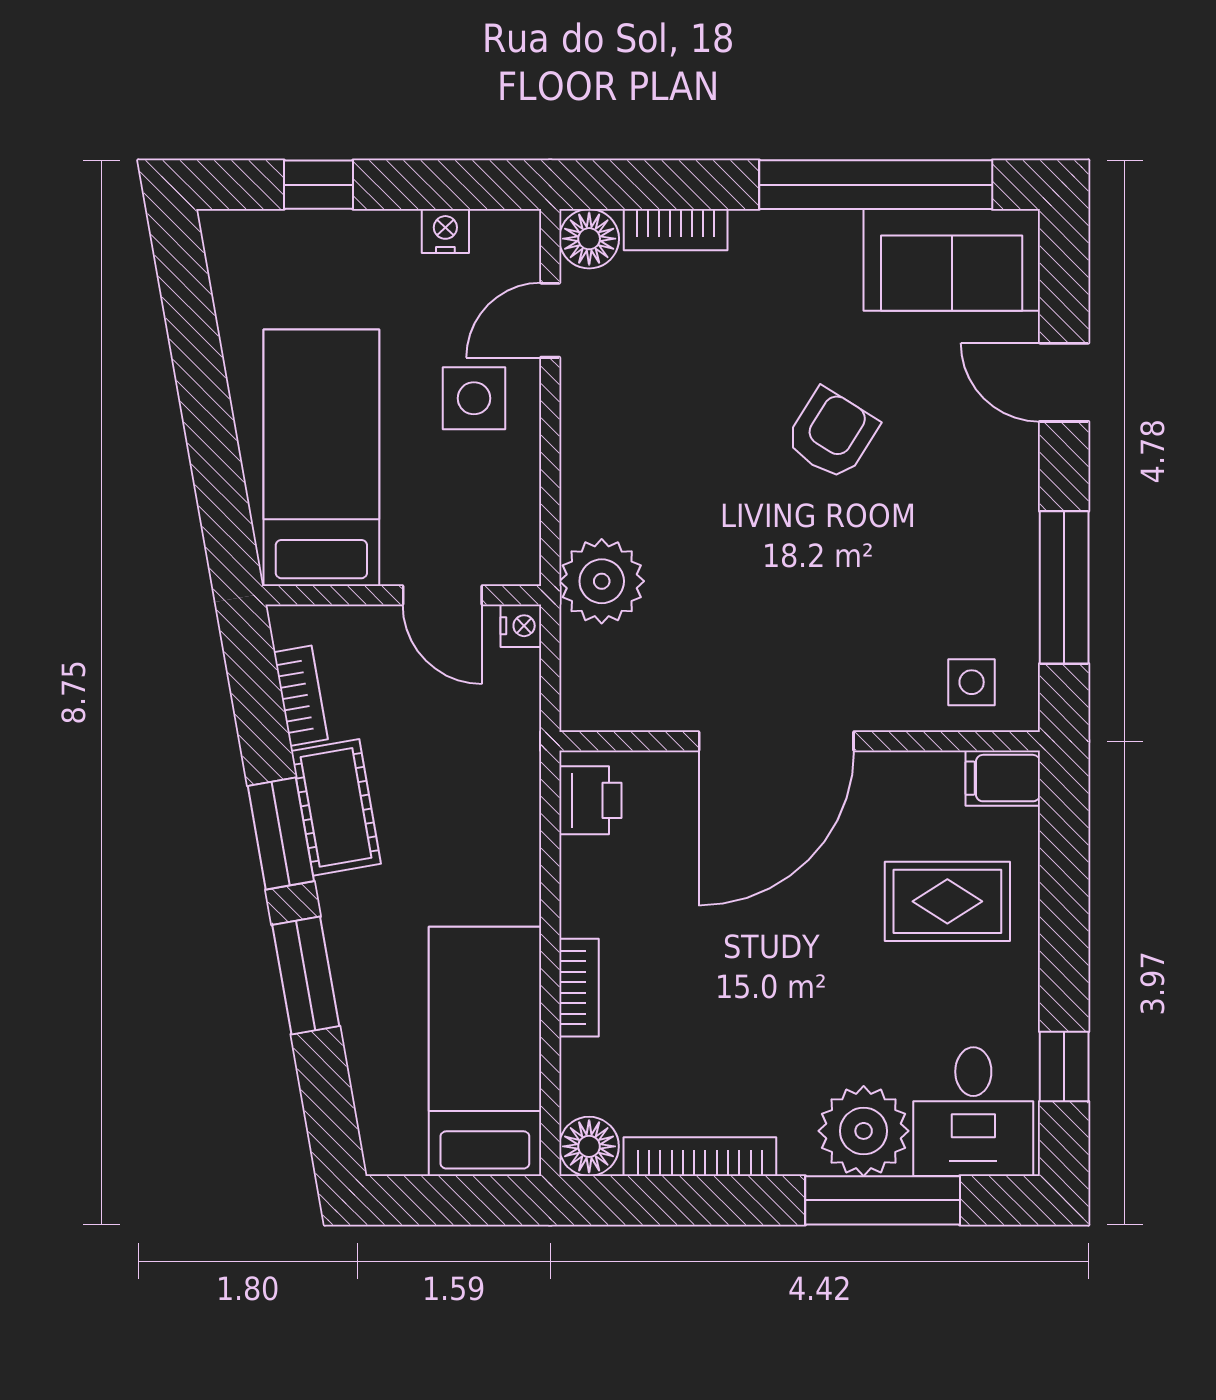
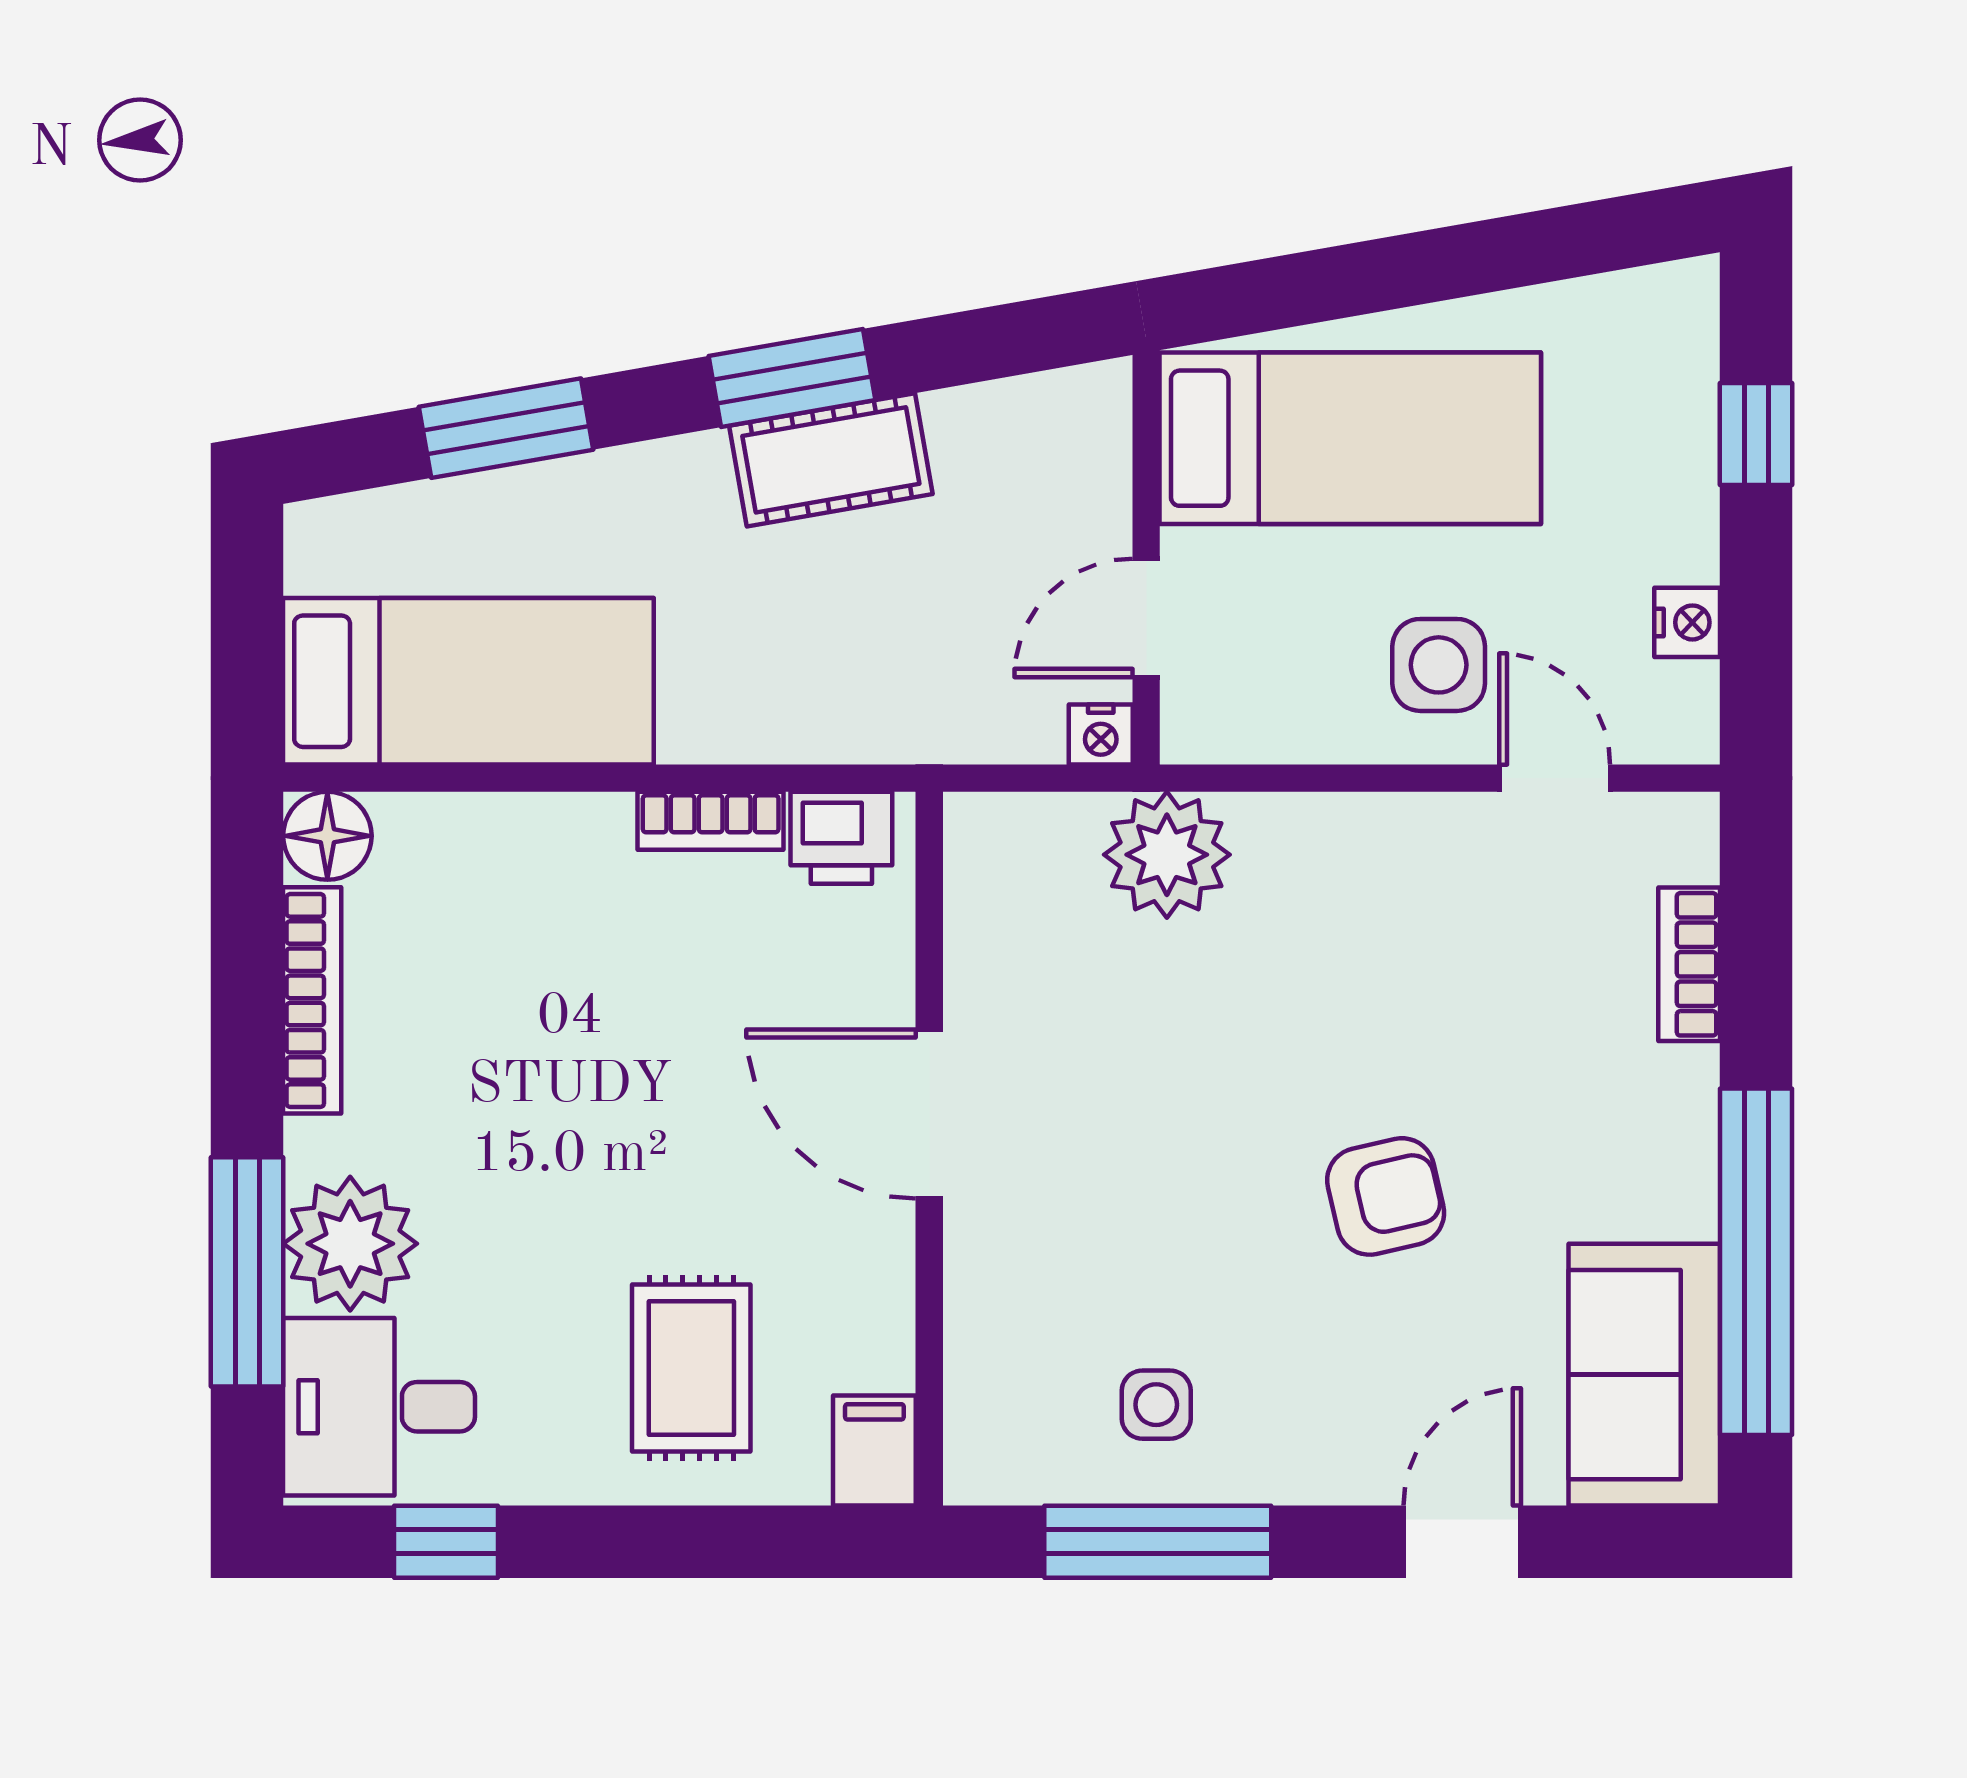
floor lamp: (589, 239) -> (1676, 836), removed
armchair: (832, 434) -> (1386, 1196), turned -45
side table: (972, 682) -> (1156, 1405), moved
bookcase: (301, 696) -> (997, 408), removed
door: (776, 741) -> (929, 1114), width x0.73
window: (306, 975) -> (506, 428), moved
bookcase: (579, 988) -> (711, 821), moved

